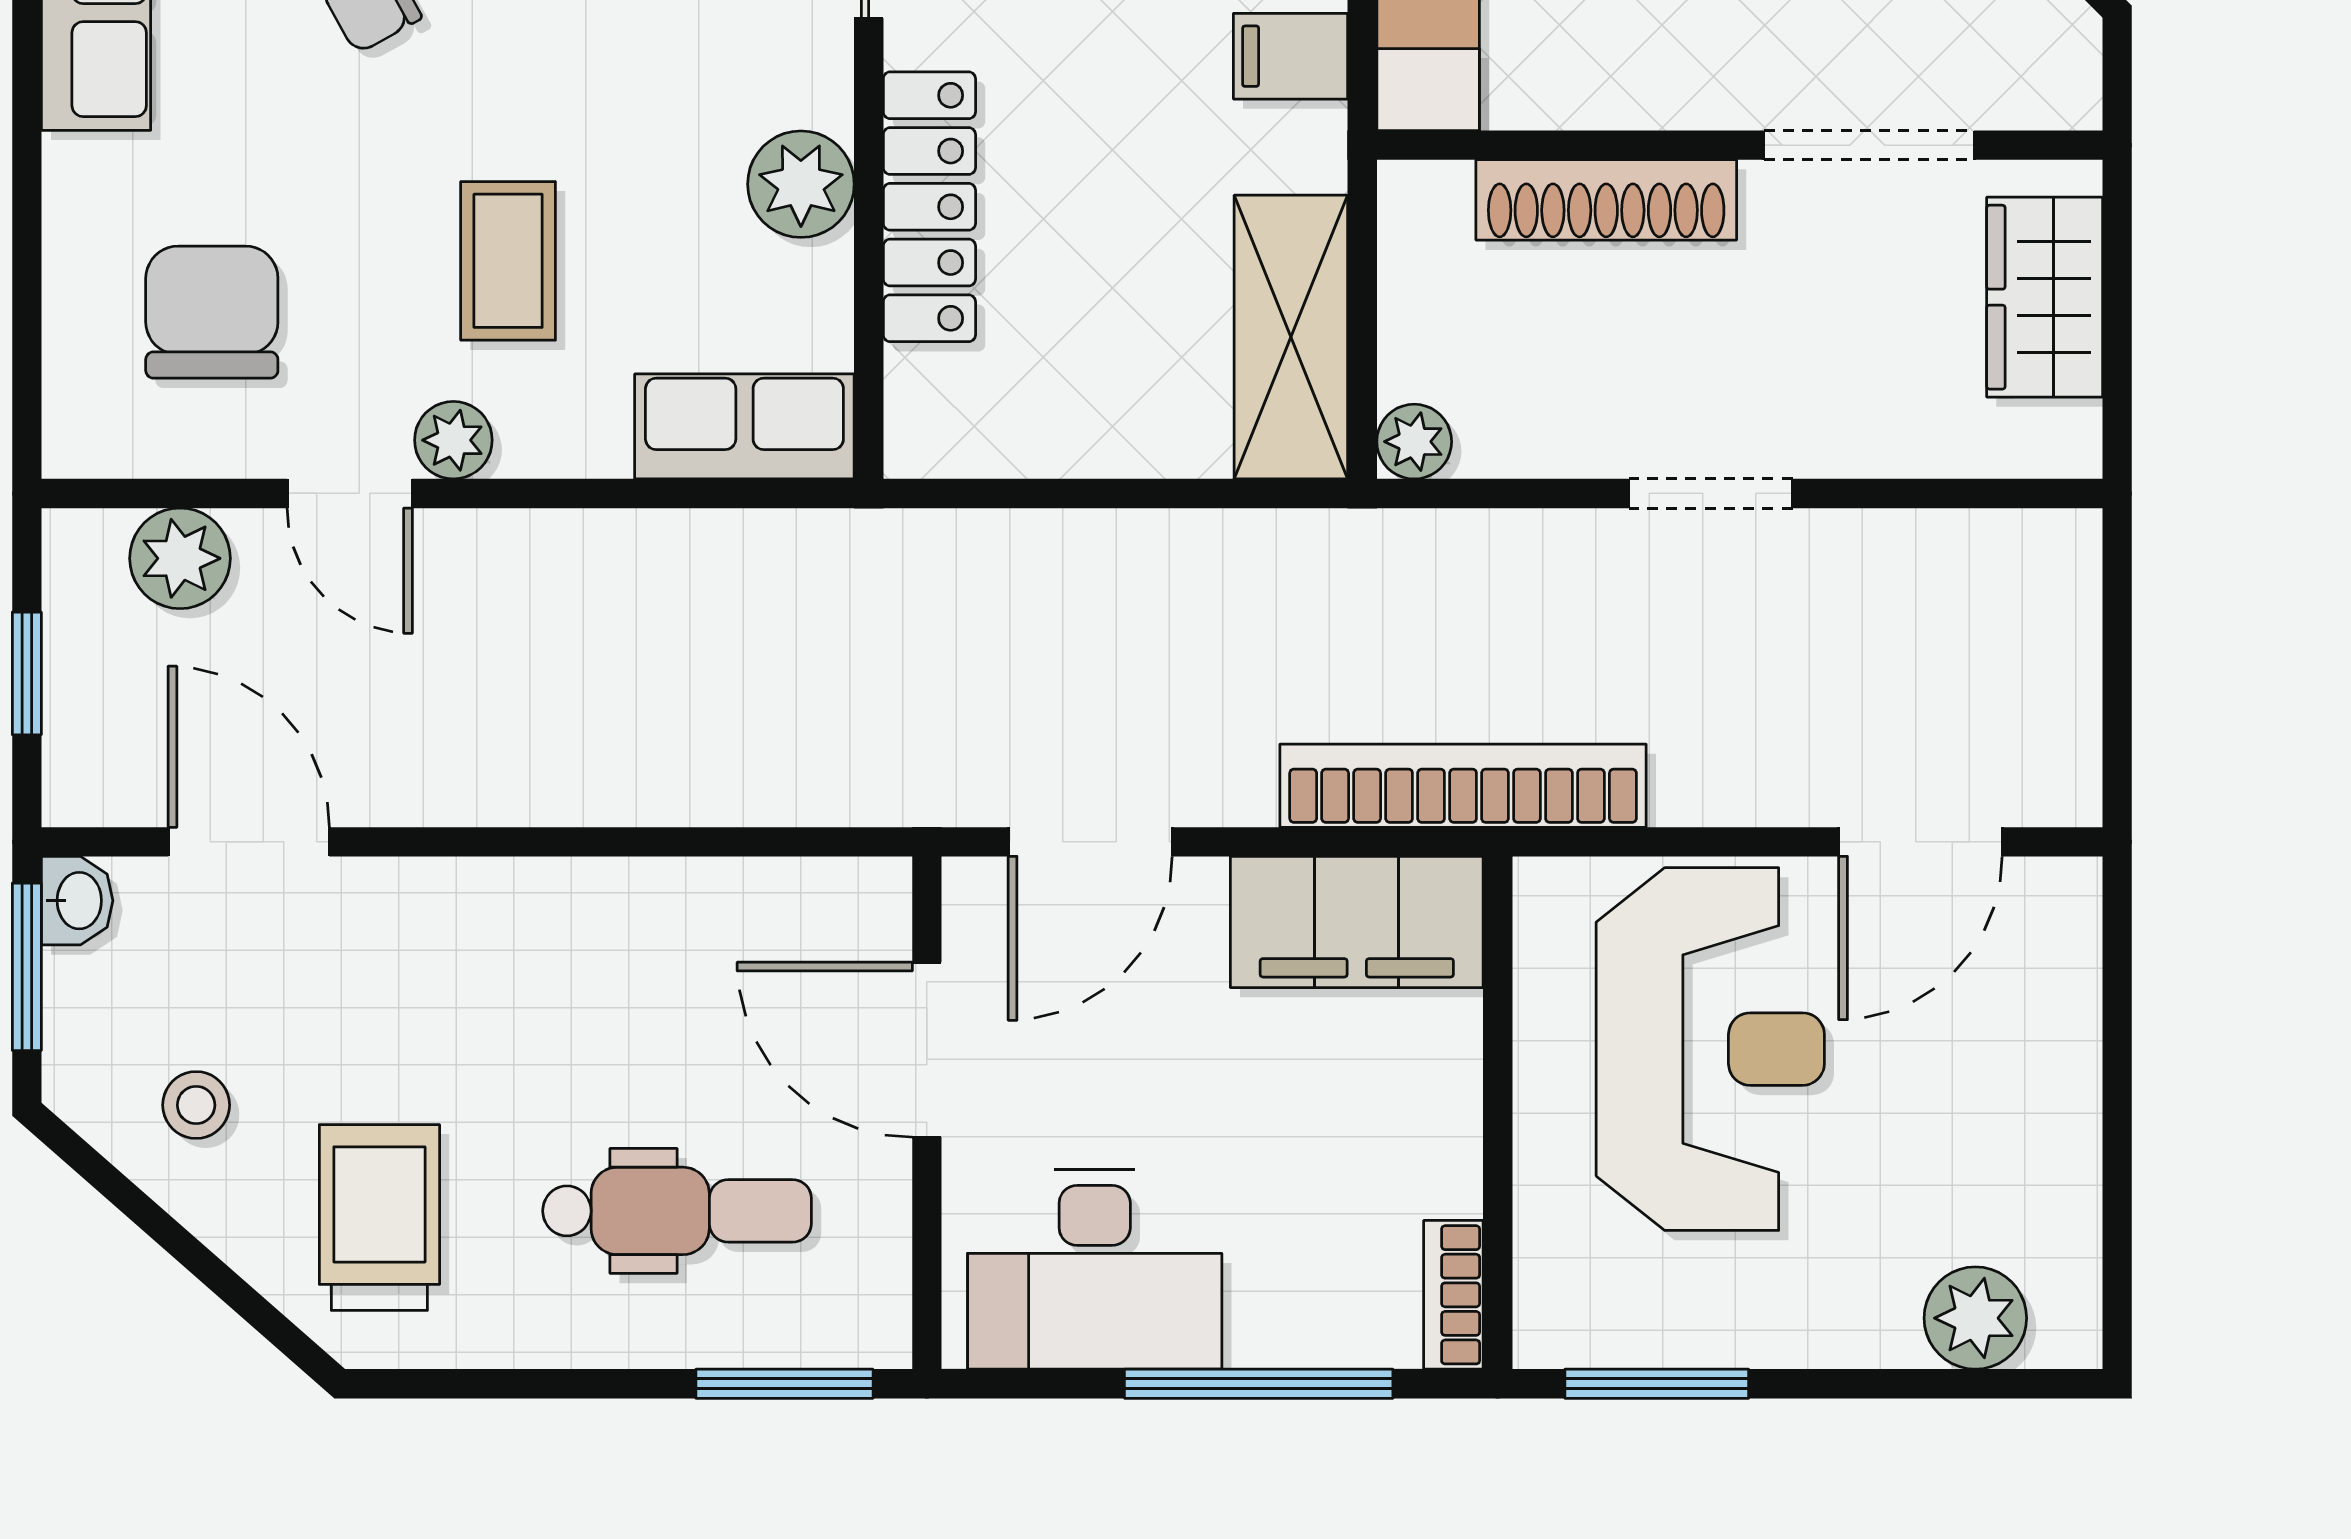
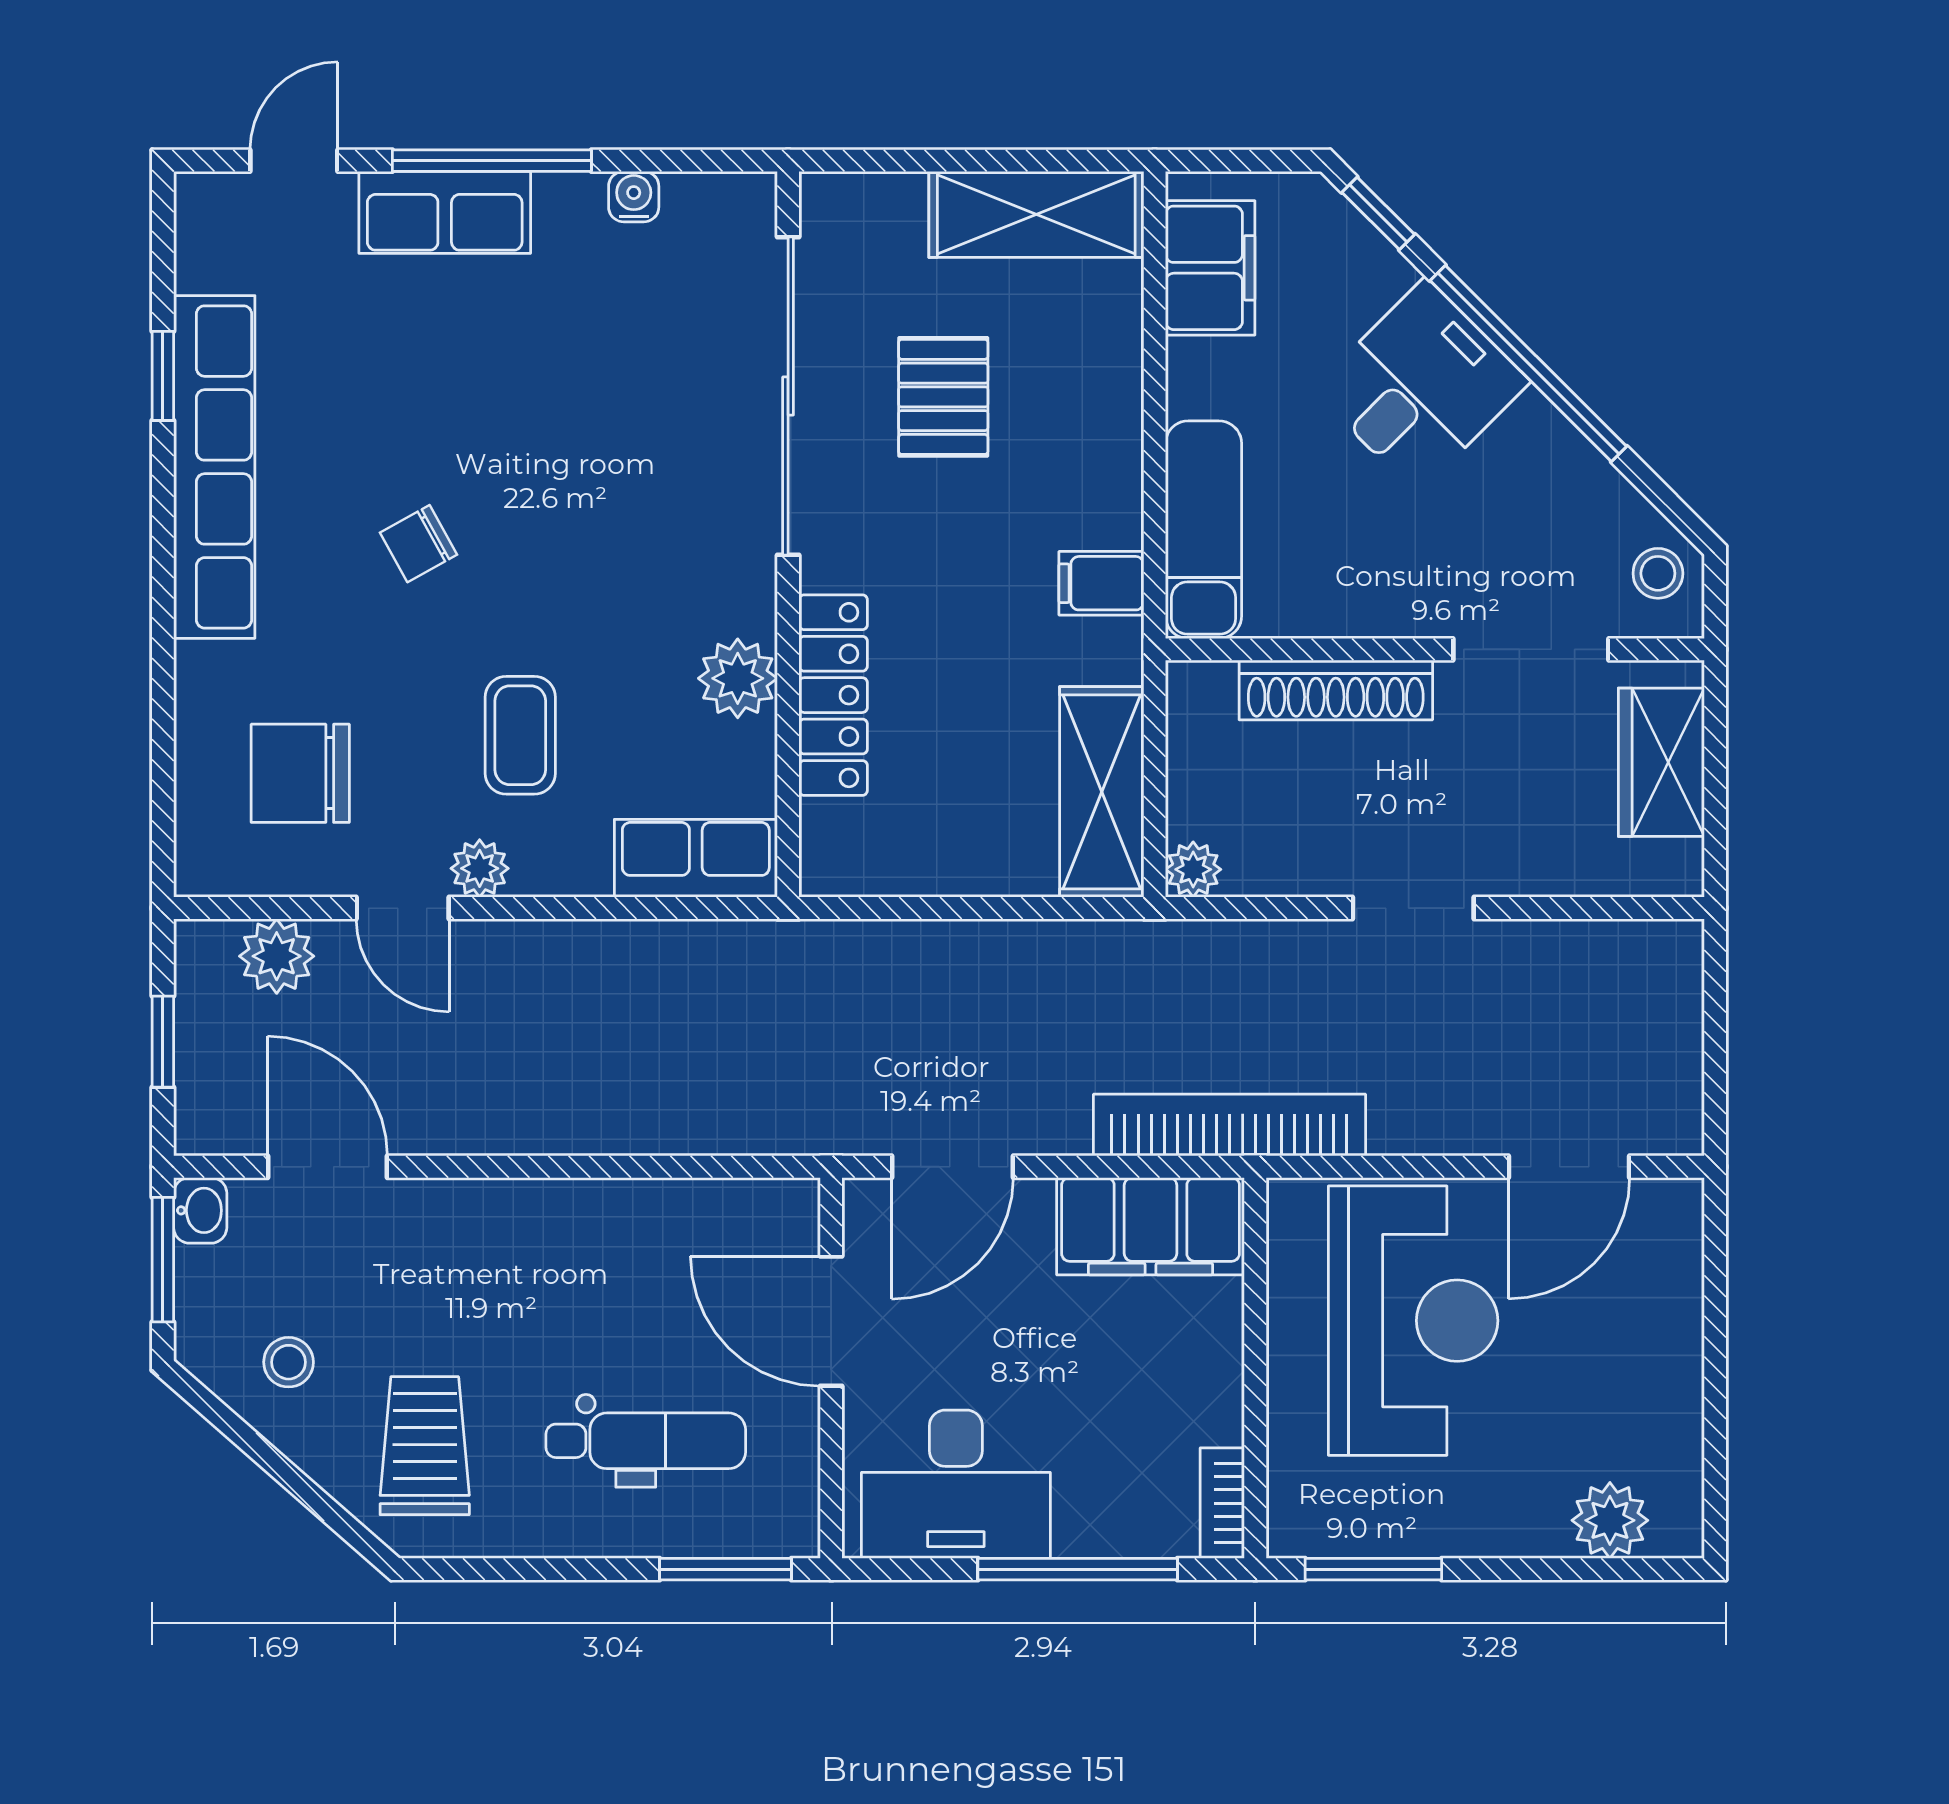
stool: (2040, 43) -> (1658, 573), added
chair: (212, 312) -> (300, 773), turned -90

